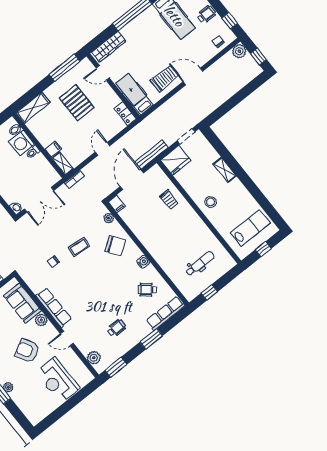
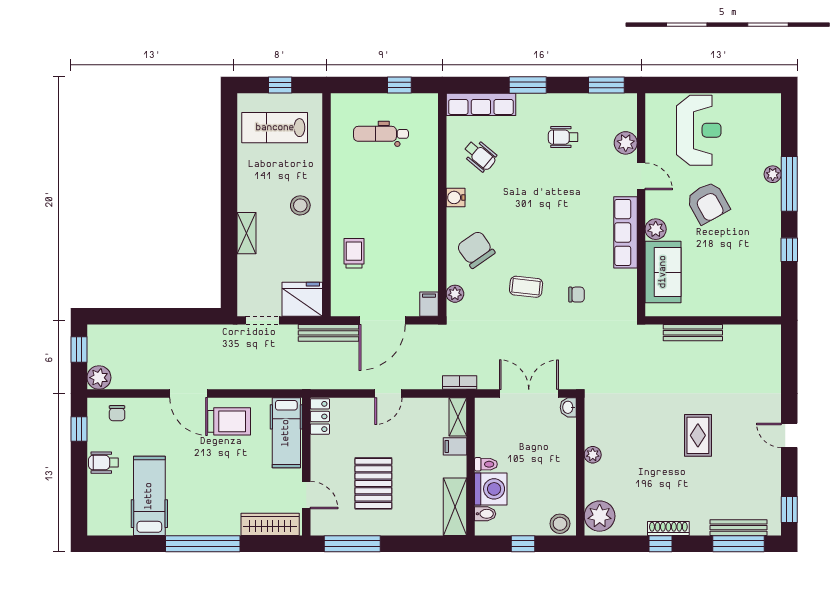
trolley: (164, 79) -> (229, 421), turned 180
shelving: (33, 108) -> (455, 507), moved, turned 90
plant: (94, 358) -> (626, 143), moved

